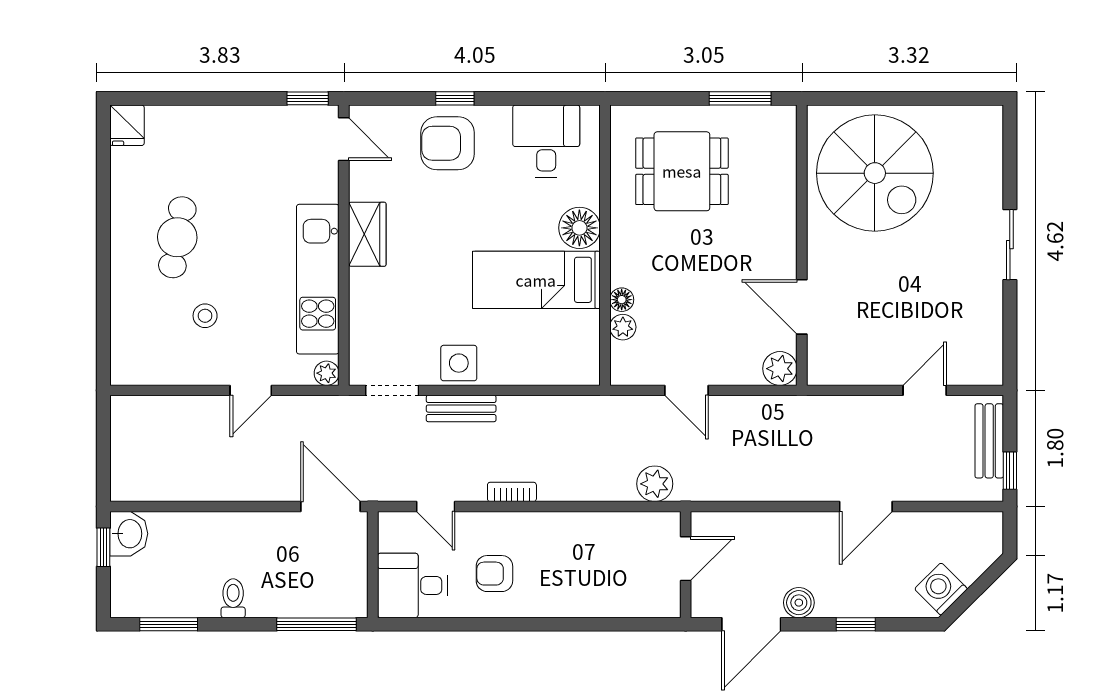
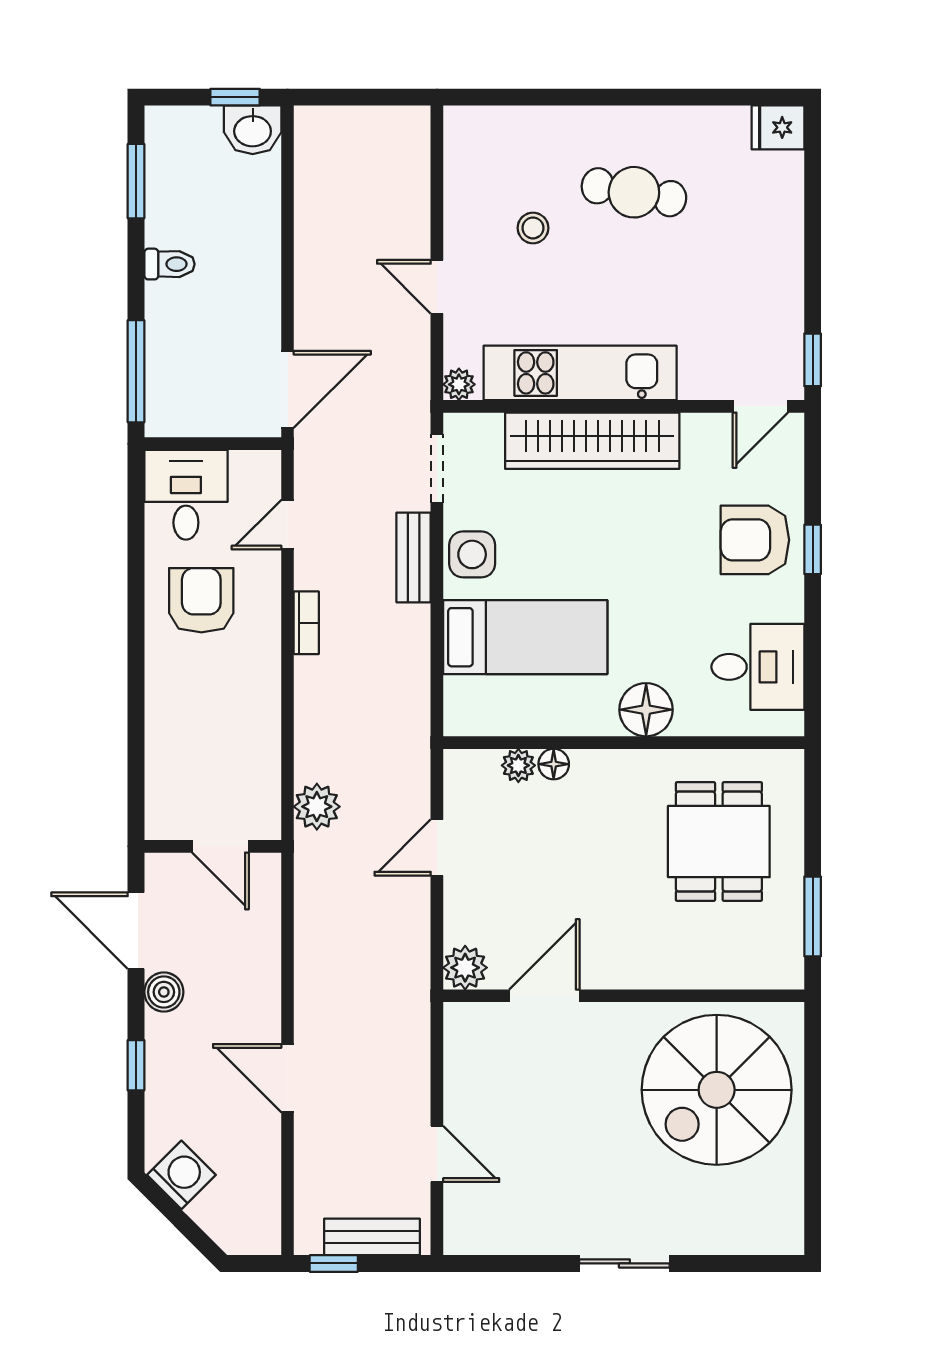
armchair: (447, 143) -> (755, 540), turned -90
wardrobe: (367, 234) -> (592, 441), width x2.10, depth x1.17
bed: (536, 280) -> (525, 637), moved, turned 90
armchair: (494, 574) -> (201, 600), width x1.38, depth x1.38

